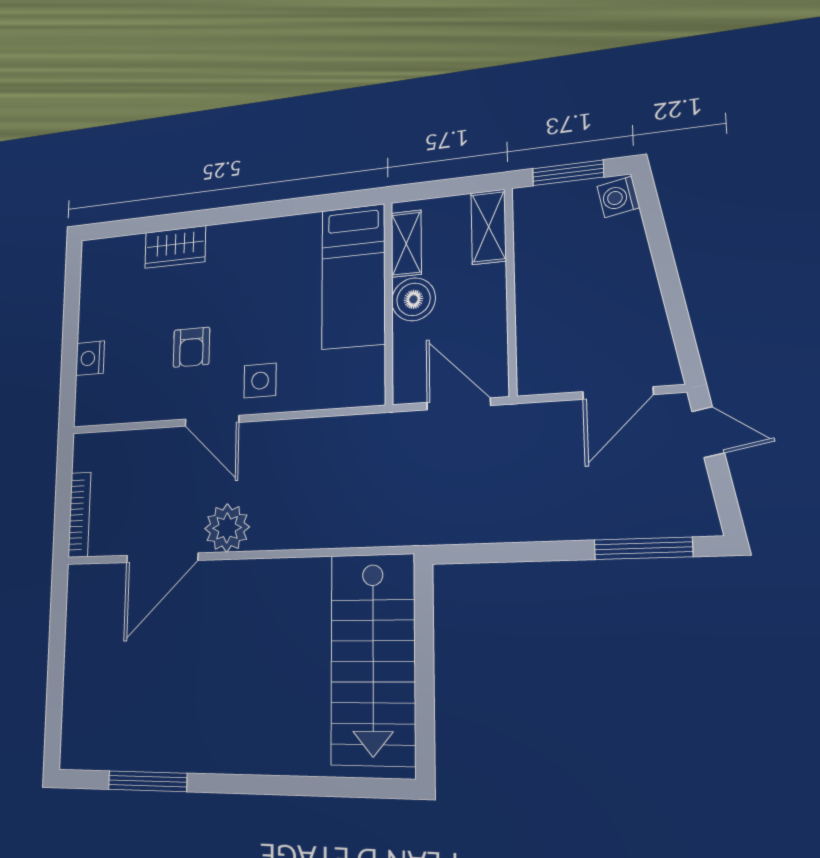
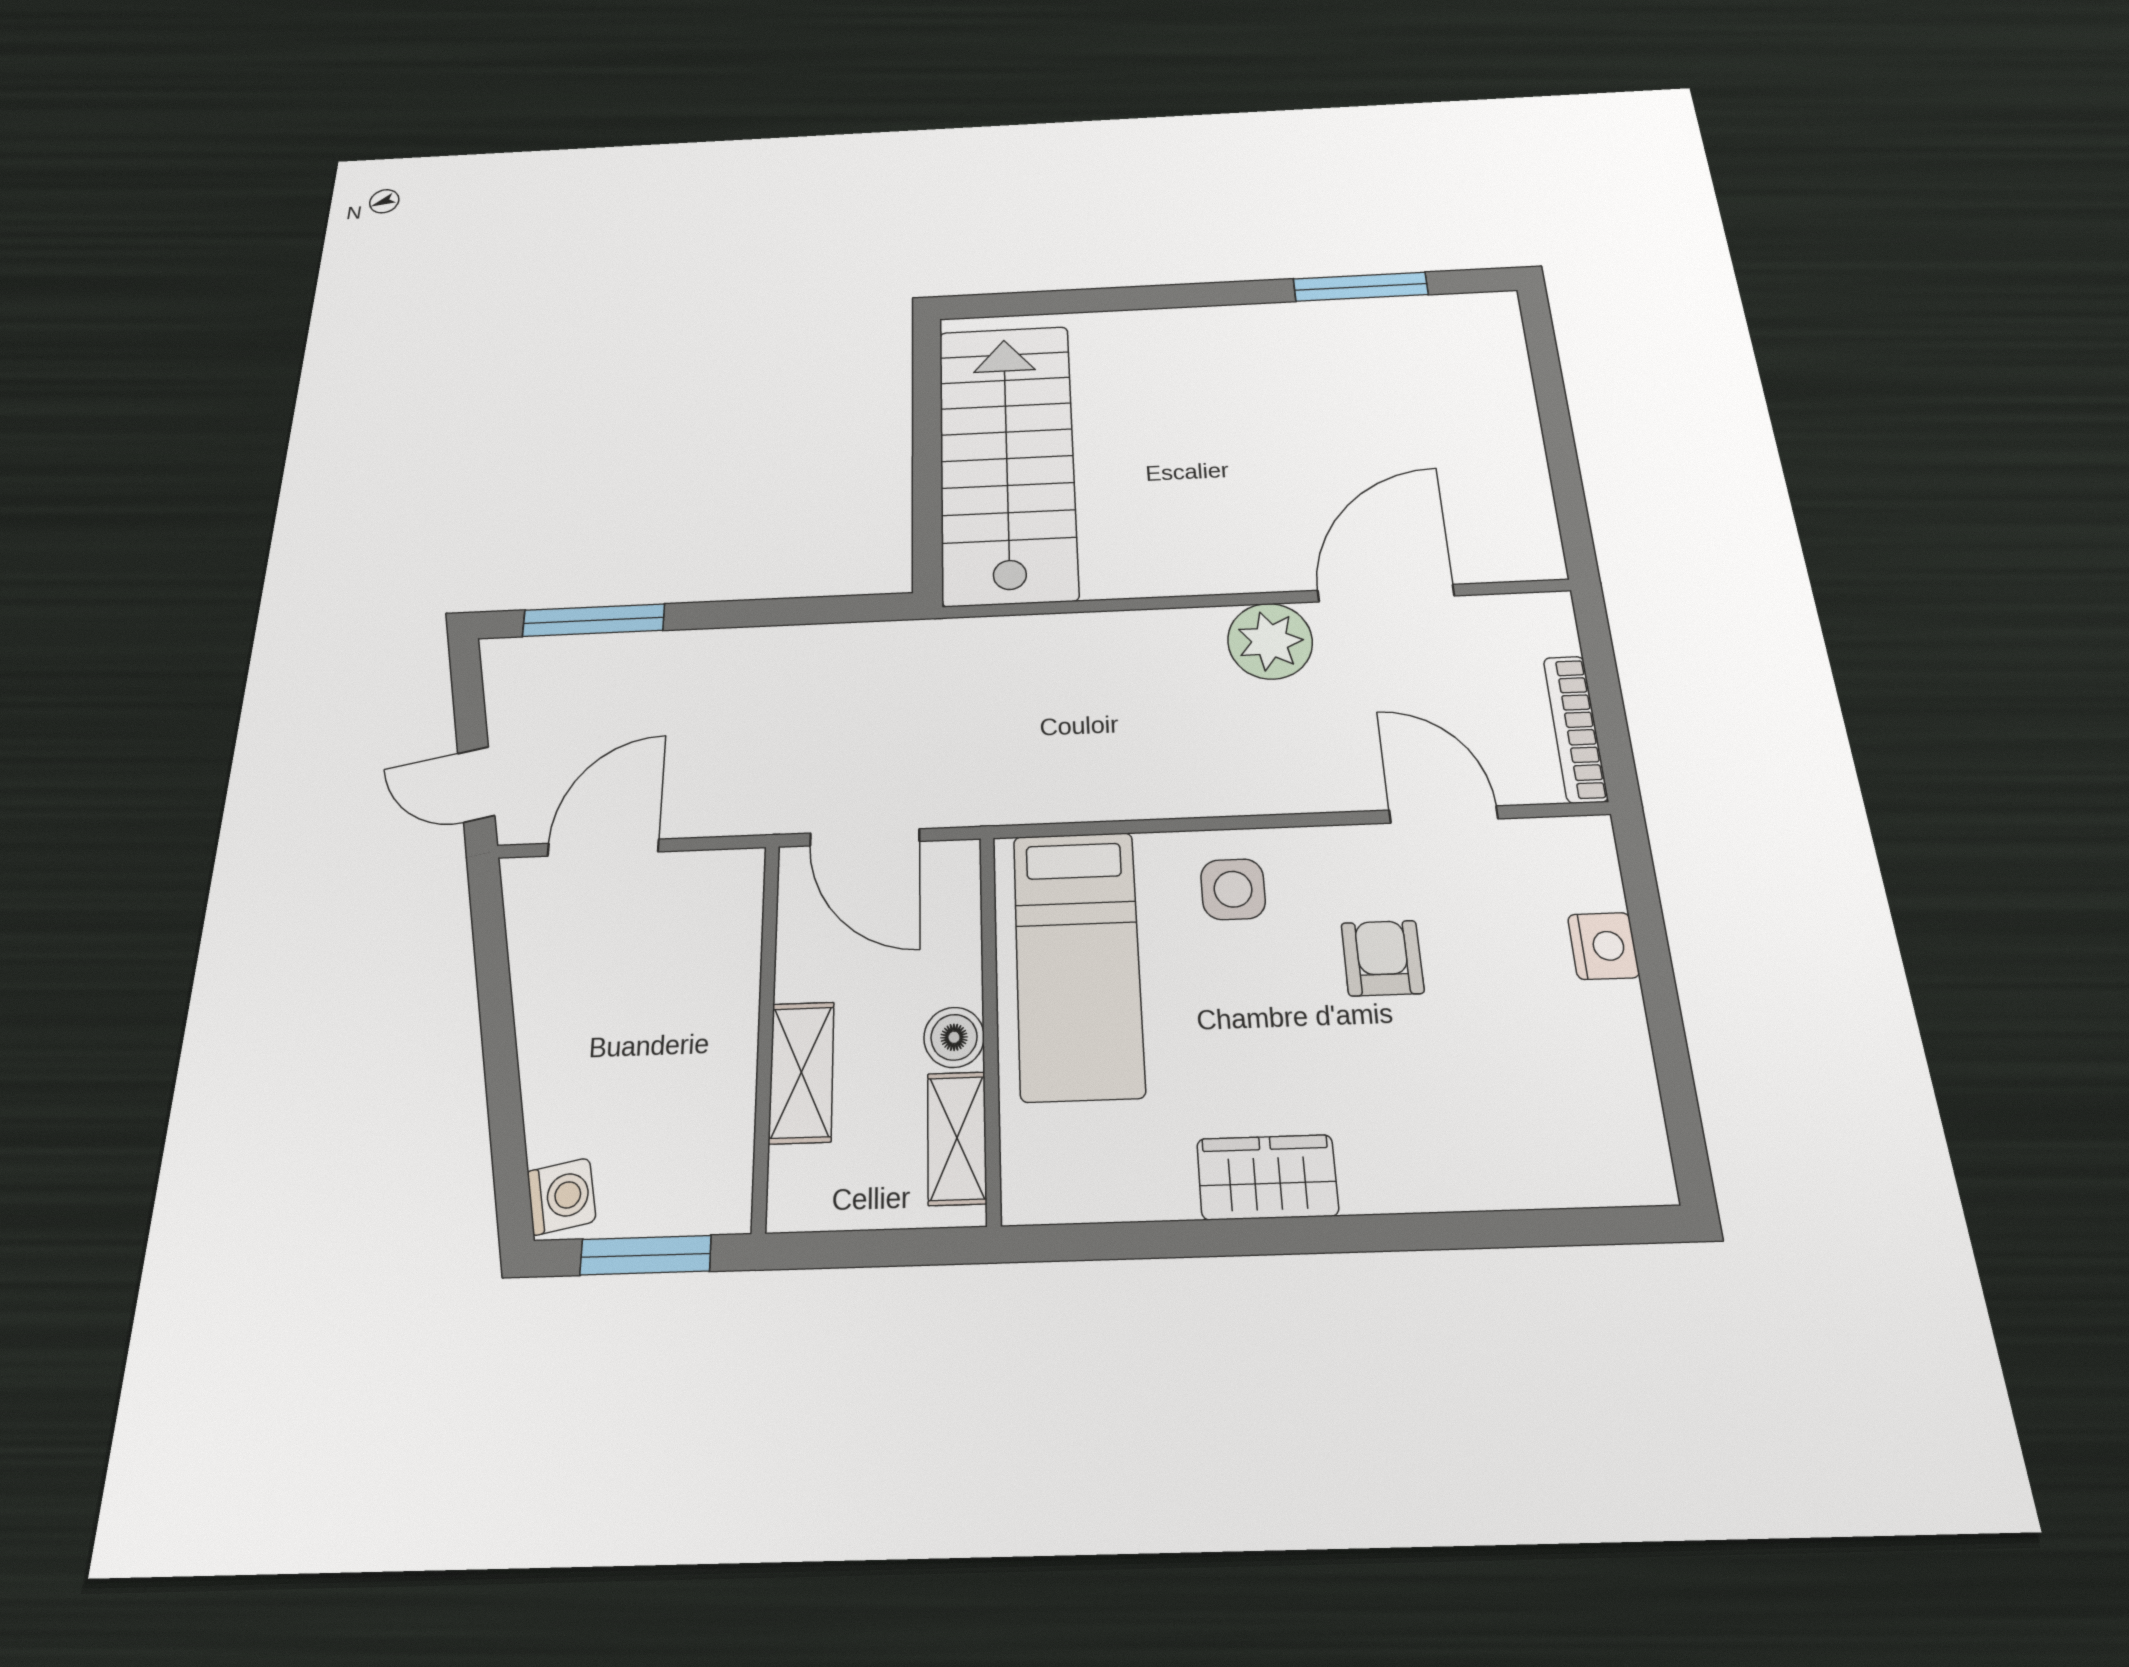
shelving: (489, 227) -> (801, 1072), moved
wardrobe: (175, 247) -> (1267, 1177), moved
bed: (353, 276) -> (1078, 964), moved, turned 180
boiler: (413, 299) -> (954, 1037), width x0.73, depth x0.73
door: (212, 421) -> (1444, 815), moved
bookcase: (79, 515) -> (1575, 729), moved

